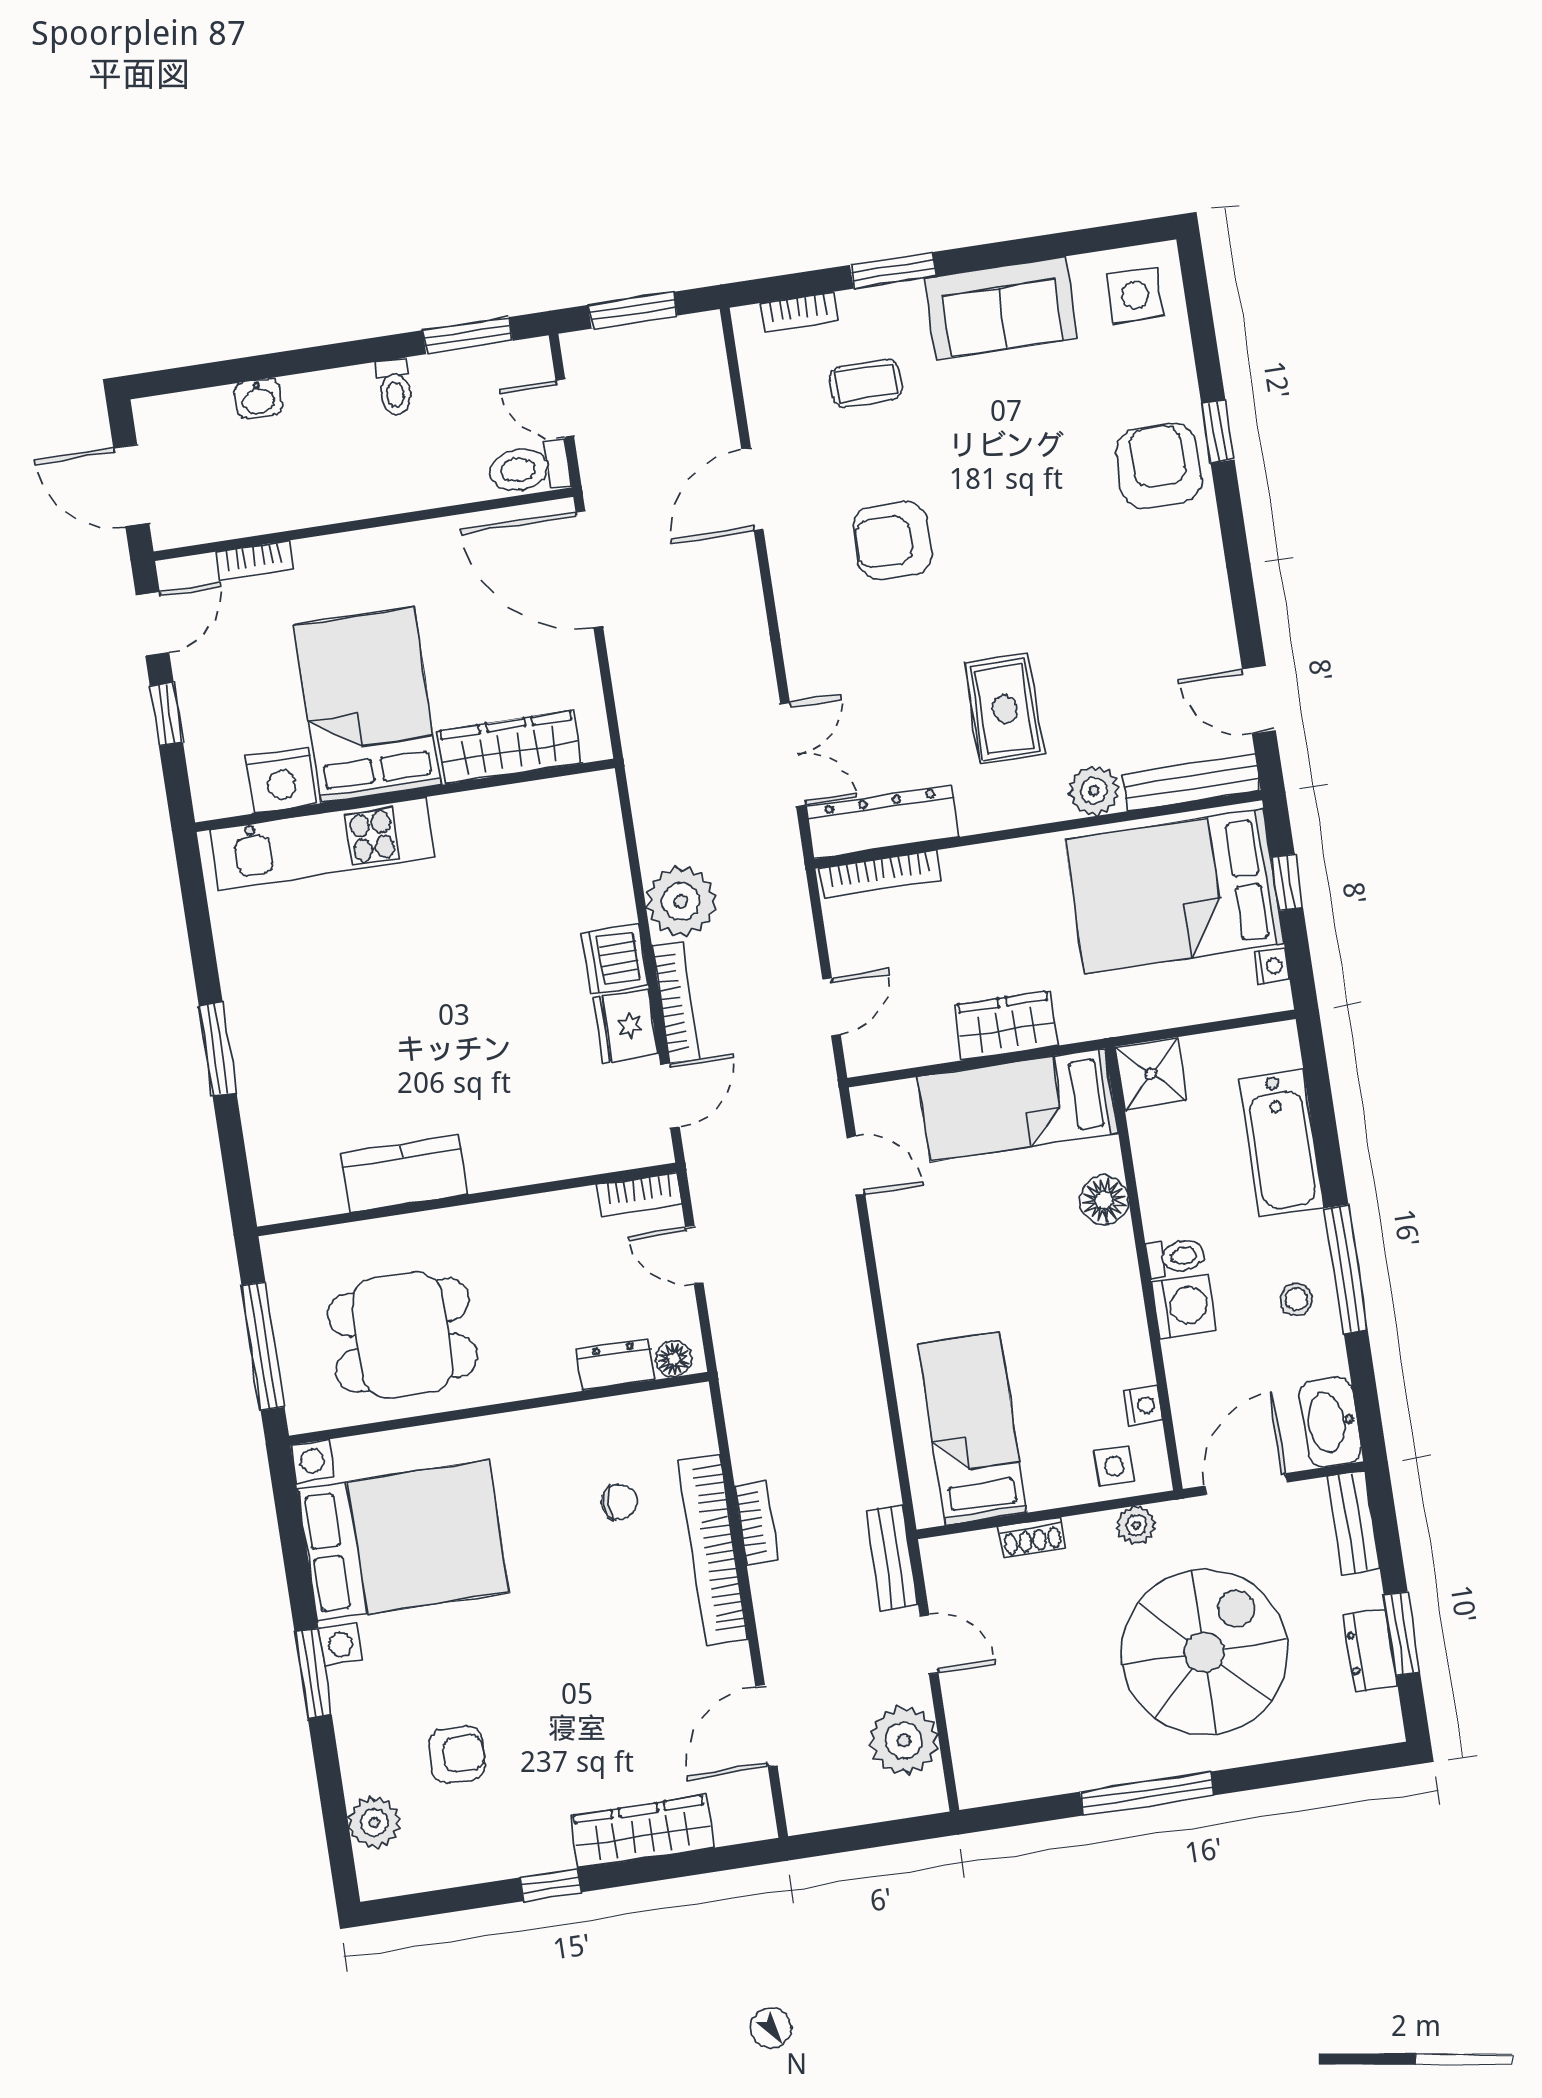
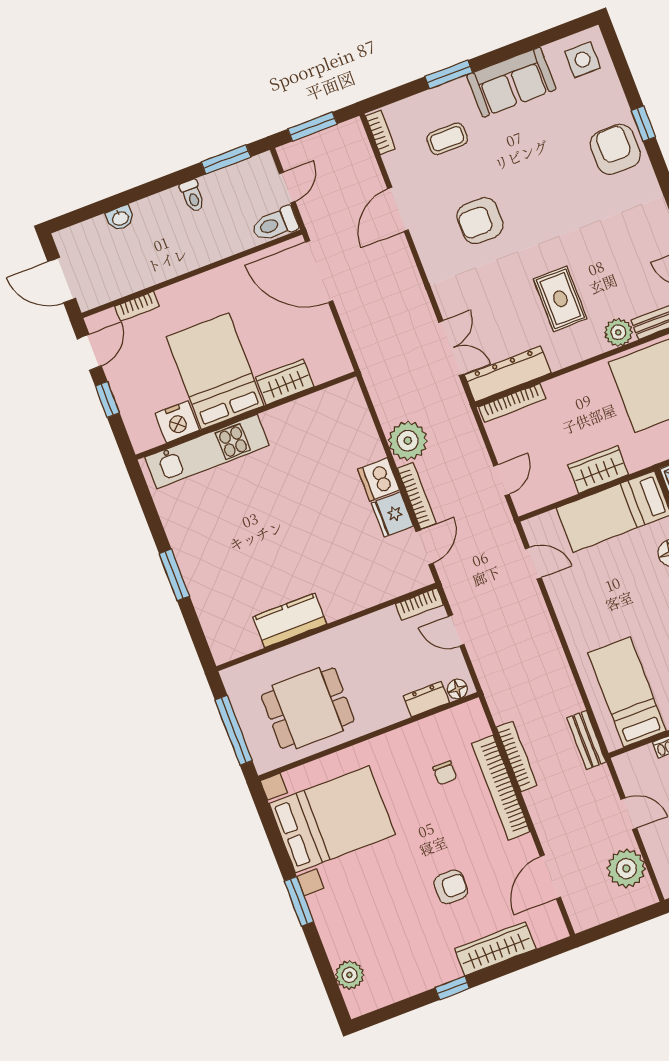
bookcase: (799, 312) -> (380, 133), moved, turned -90
door: (565, 408) -> (287, 187), swing flipped
wardrobe: (509, 747) -> (285, 382), width x0.67
chair: (620, 1502) -> (445, 773), turned 91
bookcase: (756, 1523) -> (517, 757), width x1.56
bench: (892, 1558) -> (587, 740), moved
armchair: (457, 1755) -> (451, 887), moved

